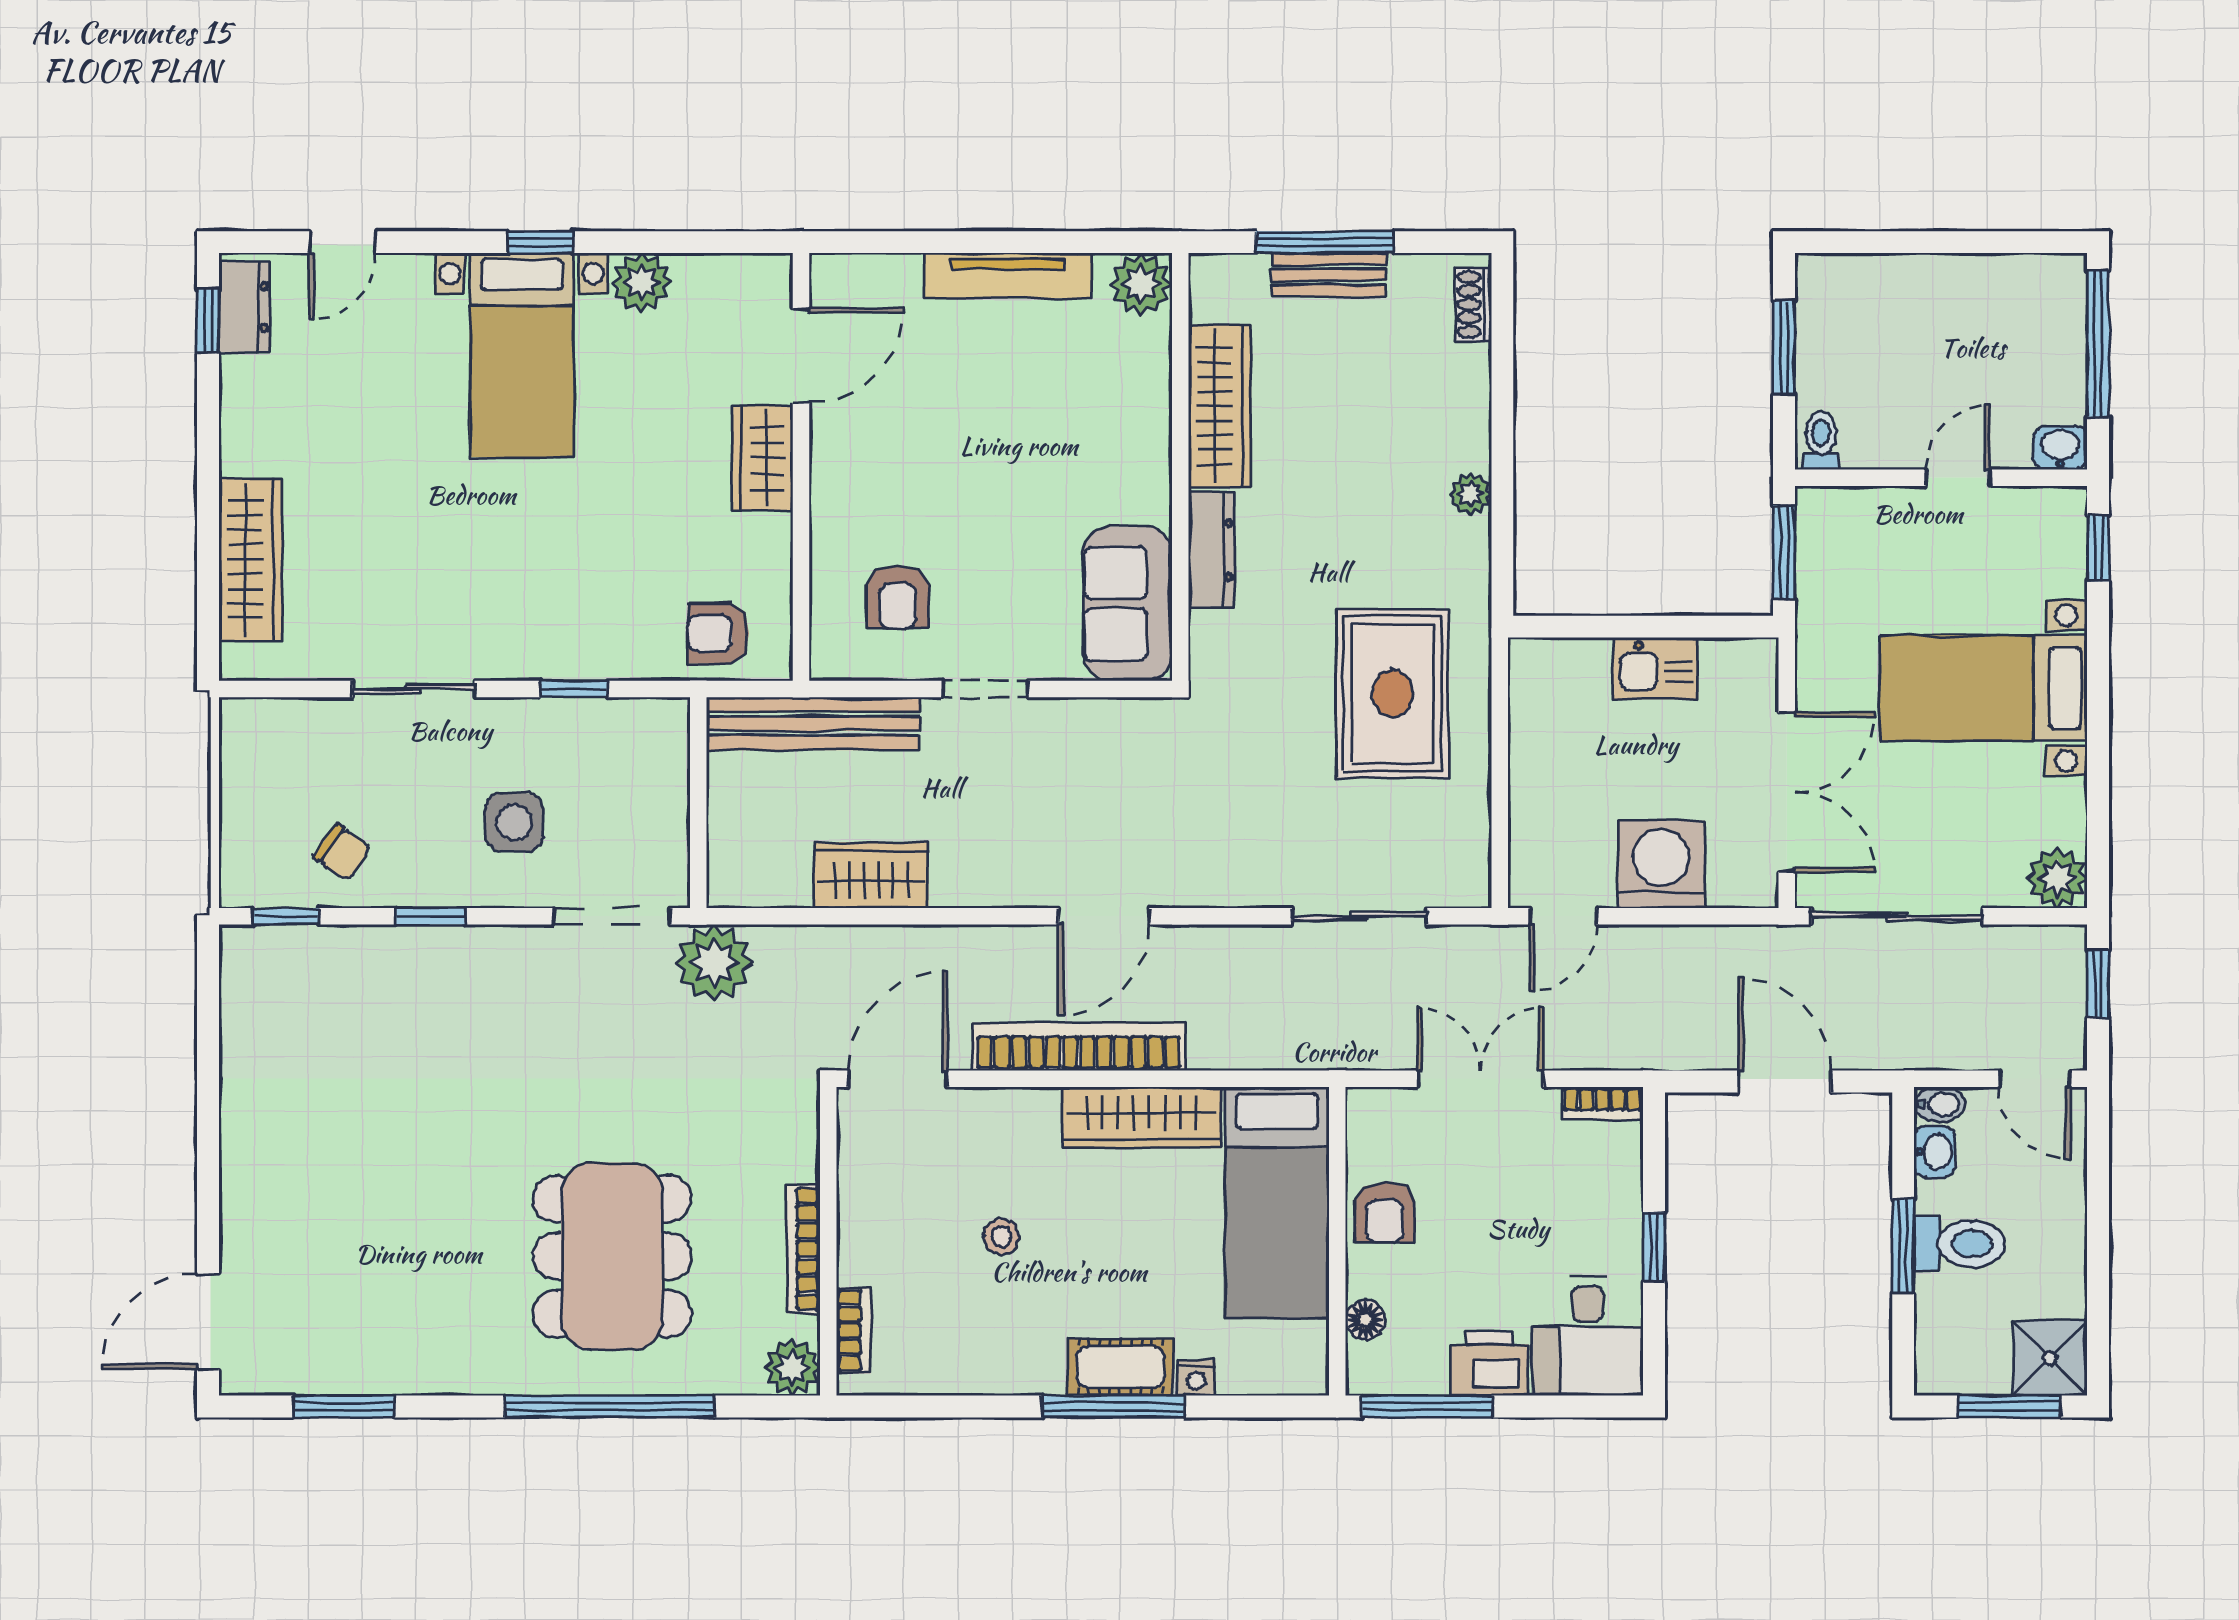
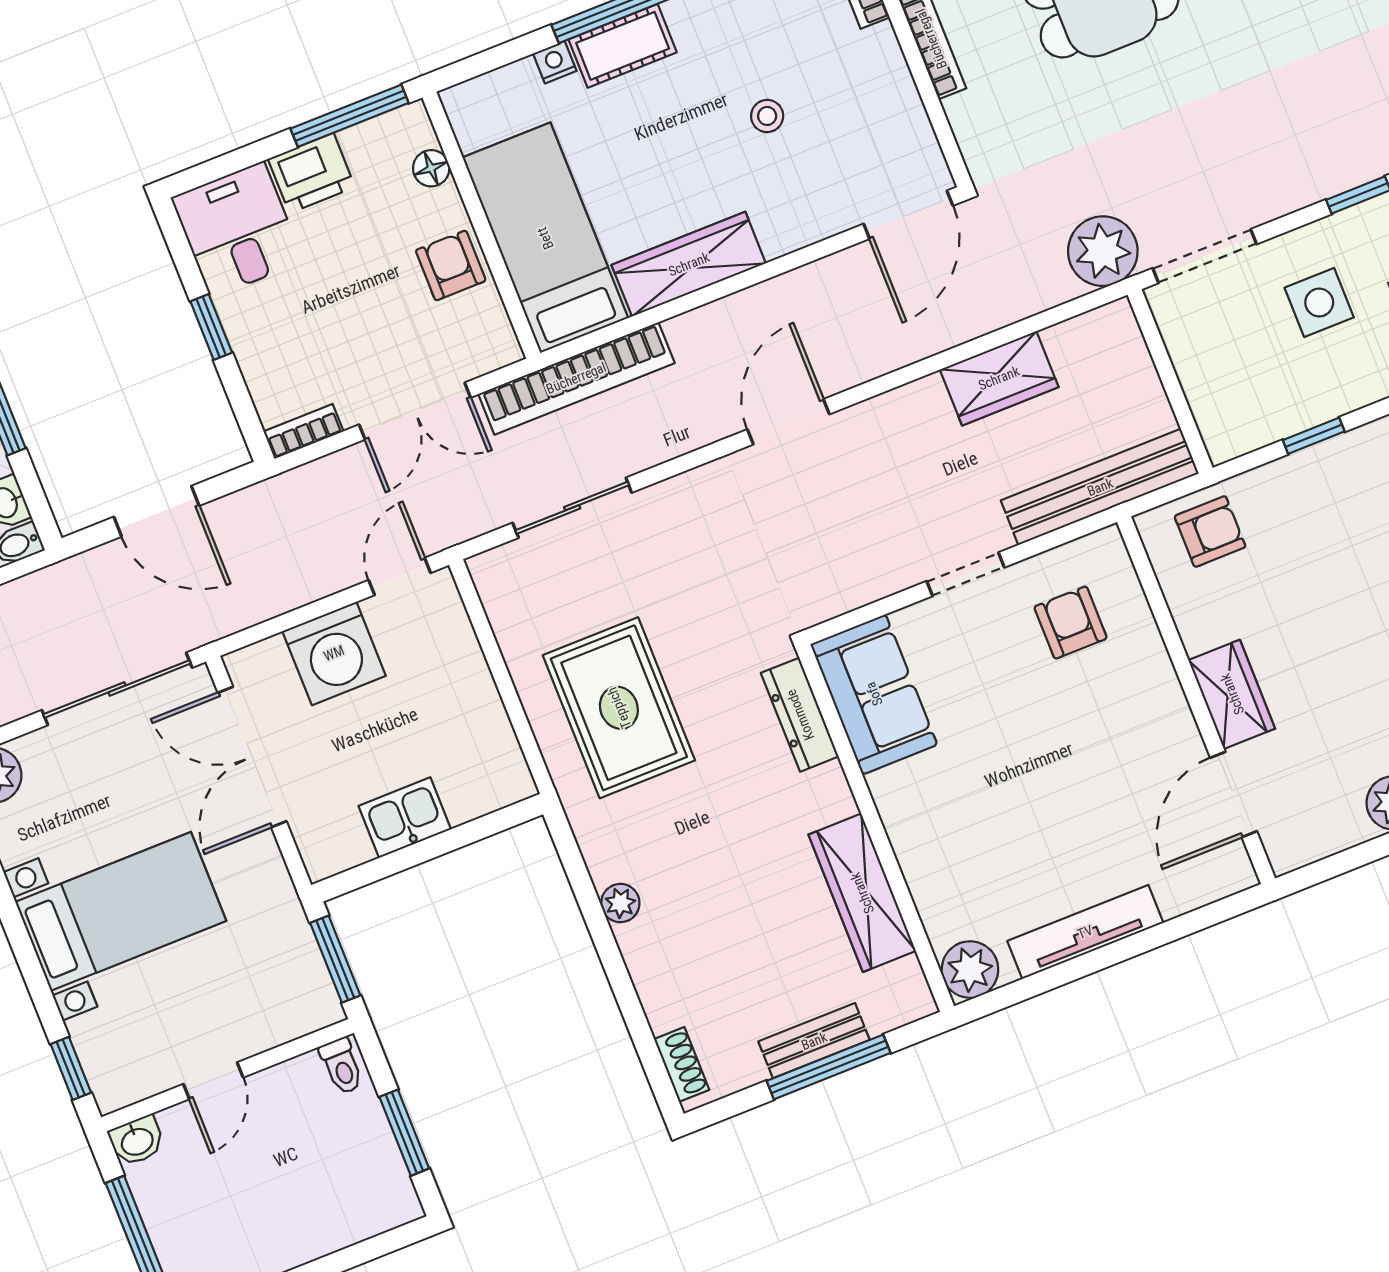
dresser: (1211, 550) -> (800, 715), moved
bookcase: (1079, 1047) -> (576, 378), moved

